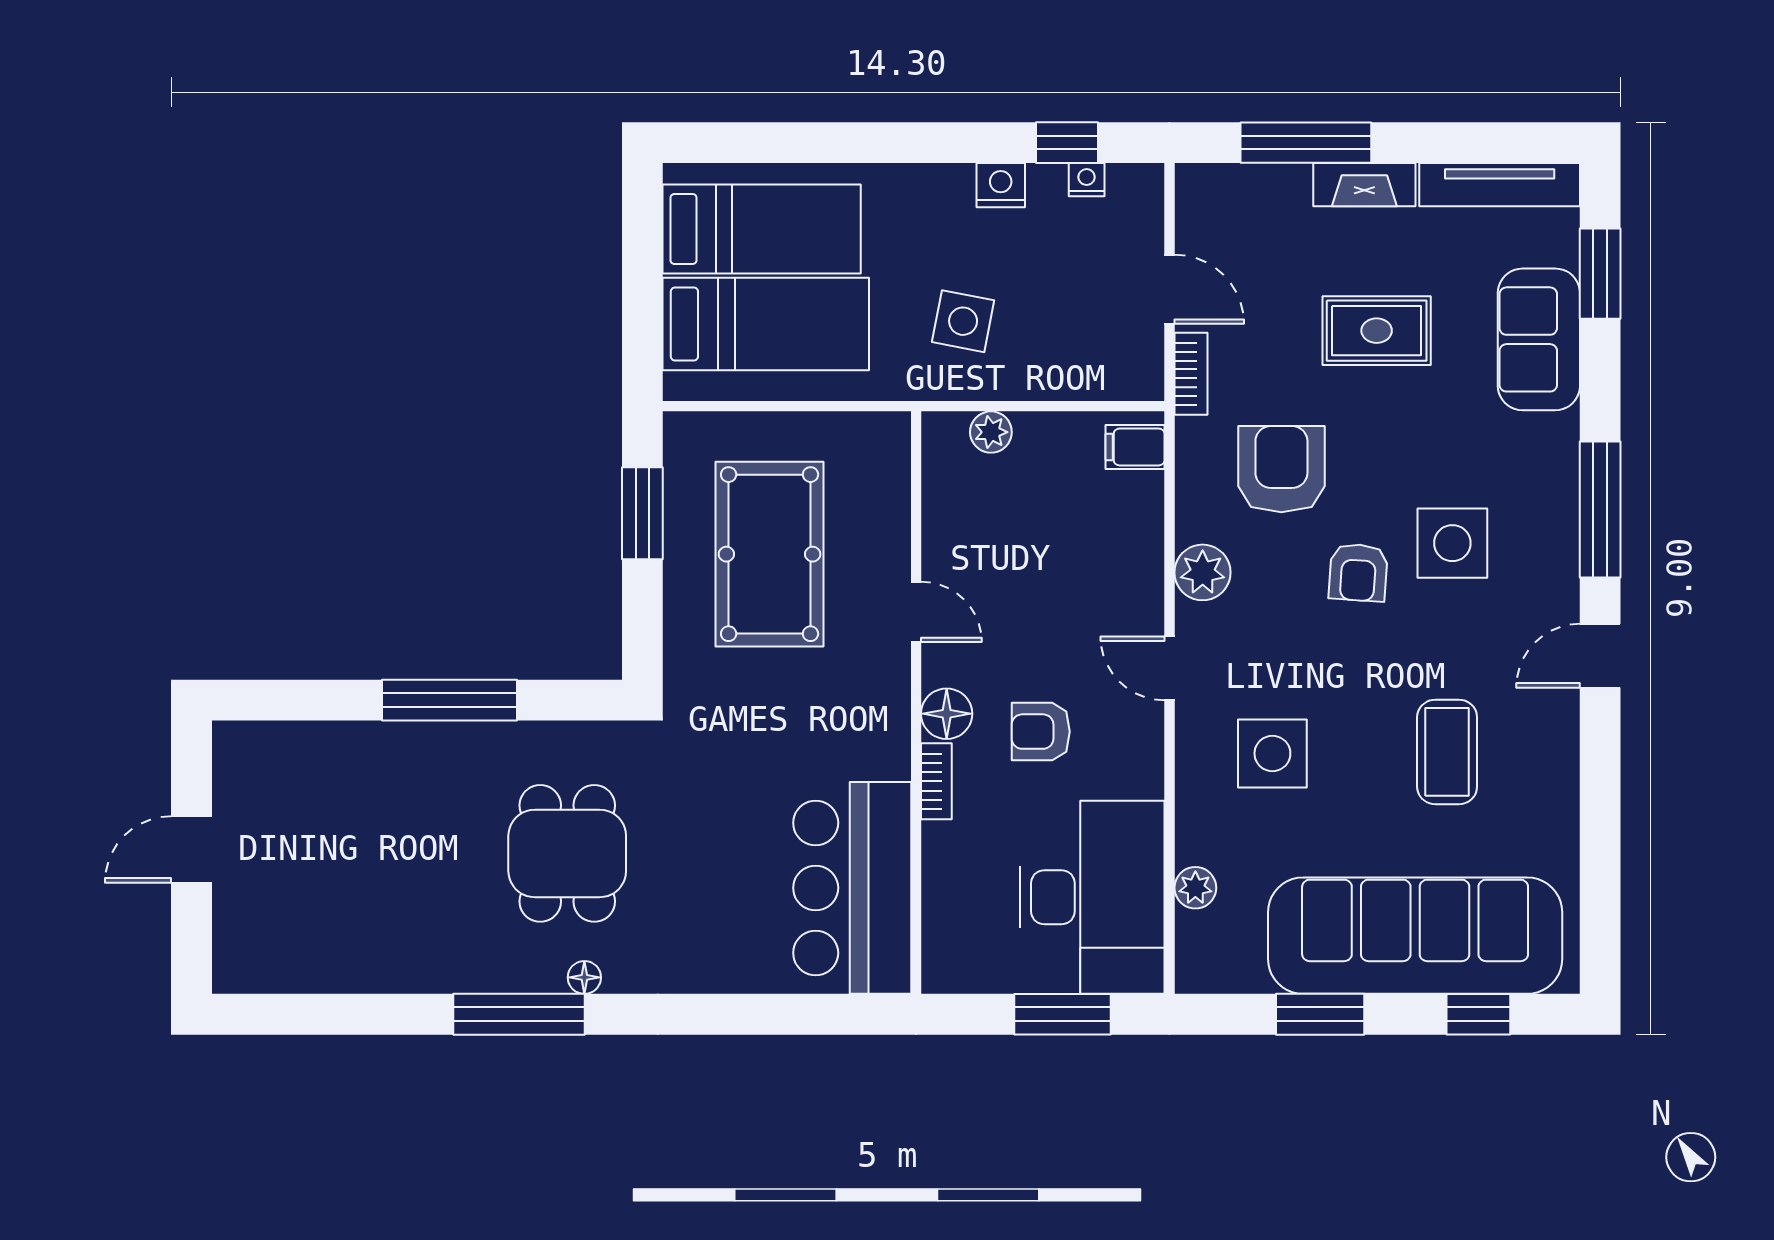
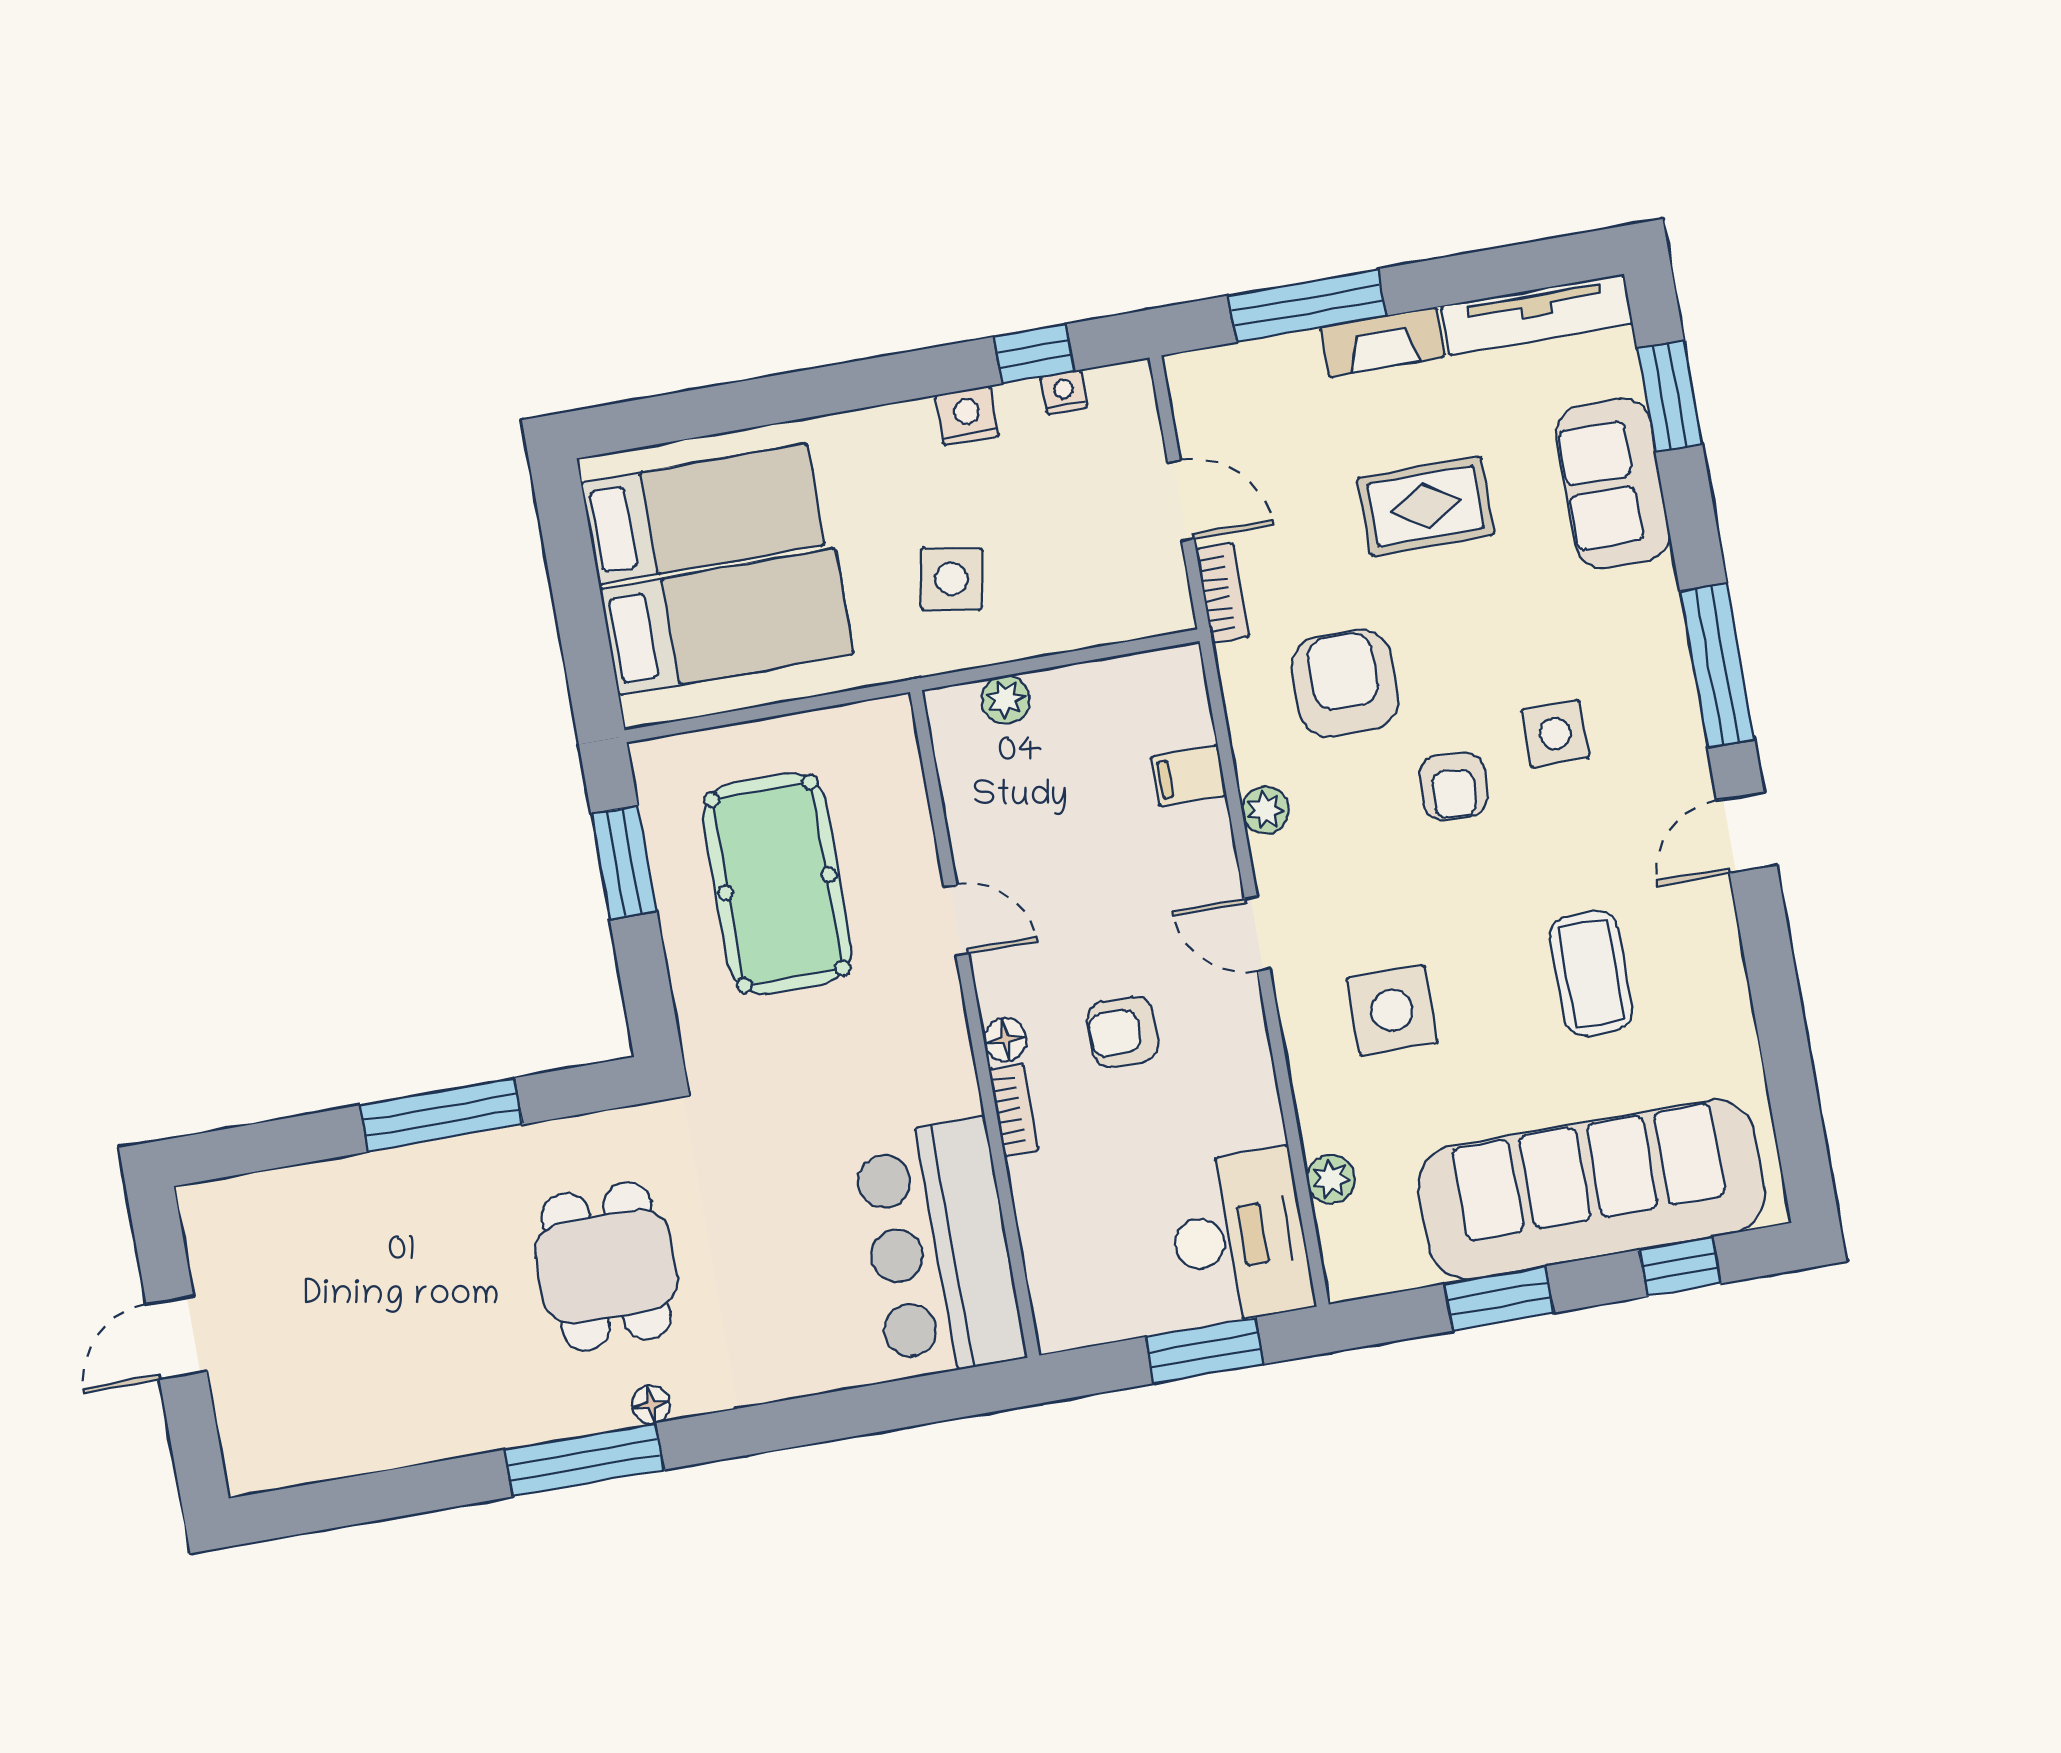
filing cabinet: (1135, 447) -> (1189, 776), moved
side table: (1452, 543) -> (1555, 734), width x0.73, depth x0.73
plant: (1203, 572) -> (1265, 810), width x0.73, depth x0.73
floor lamp: (947, 714) -> (1005, 1040), width x0.73, depth x0.73
desk: (1092, 897) -> (1239, 1237), width x0.73, depth x0.77

